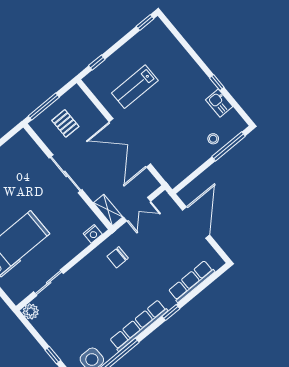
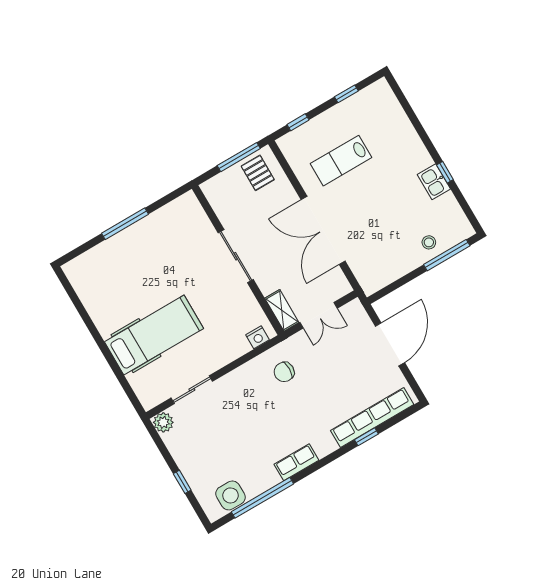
window: (145, 22) -> (346, 94), moved
kitchen sink: (219, 103) -> (434, 182), moved
window: (44, 107) -> (239, 157), moved
pallet: (65, 123) -> (258, 173), moved
row of seats: (191, 281) -> (372, 418), width x1.36
window: (171, 312) -> (366, 437), moved
row of seats: (139, 326) -> (296, 462), width x0.50

